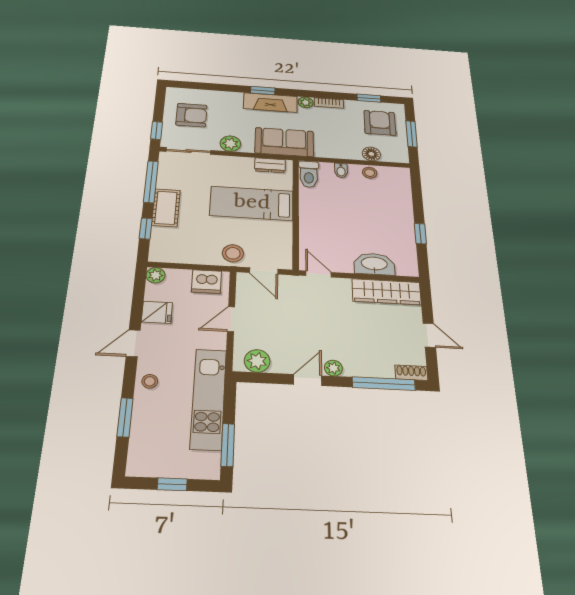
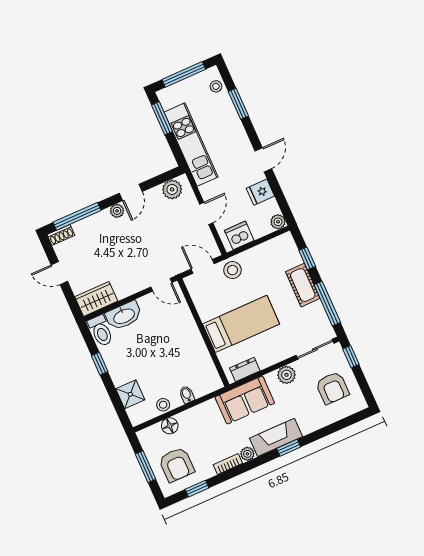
armchair: (191, 115) -> (332, 388), turned -90
toilet: (309, 174) -> (101, 331), moved, turned 180
shower: (400, 195) -> (130, 394), added
wardrobe: (387, 292) -> (96, 299), width x0.67
stool: (150, 381) -> (216, 86), moved
window: (172, 484) -> (184, 74), width x2.17

